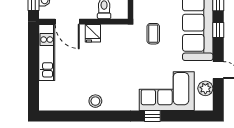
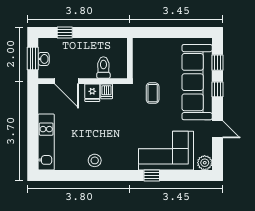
dishwasher: (107, 32) -> (107, 91), added
kitchen unit: (47, 52) -> (46, 142), moved
plant: (205, 88) -> (205, 163), moved

